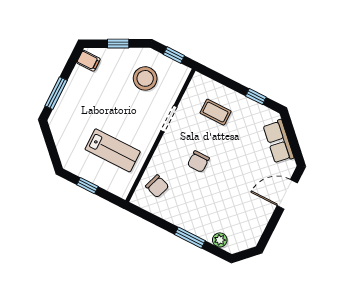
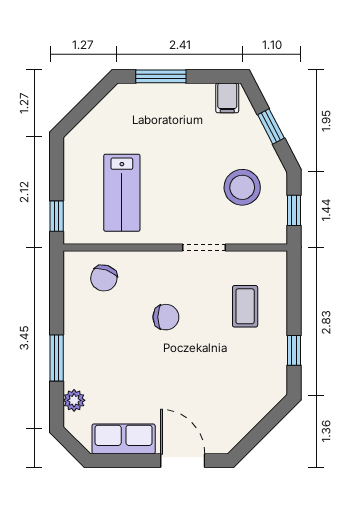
row of seats: (278, 141) -> (124, 439), moved, turned 45
chair: (198, 162) -> (166, 317), turned 180
window: (87, 186) -> (57, 216), moved

